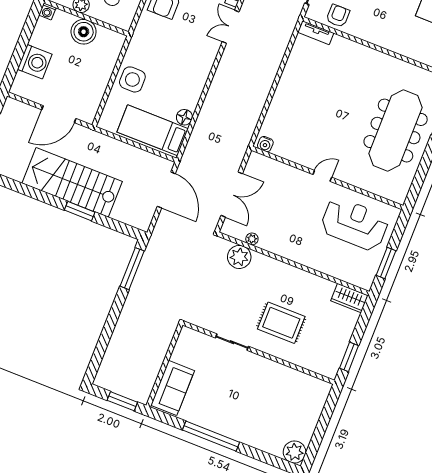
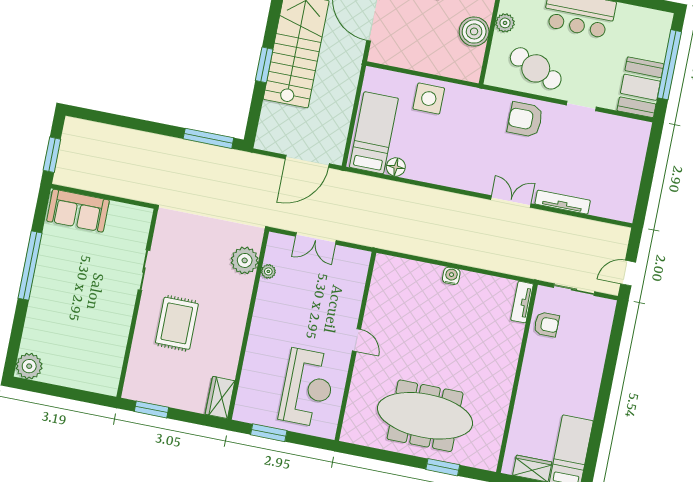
water cooler: (265, 144) -> (451, 276), moved, turned 90
double door: (232, 195) -> (316, 238), width x0.73

